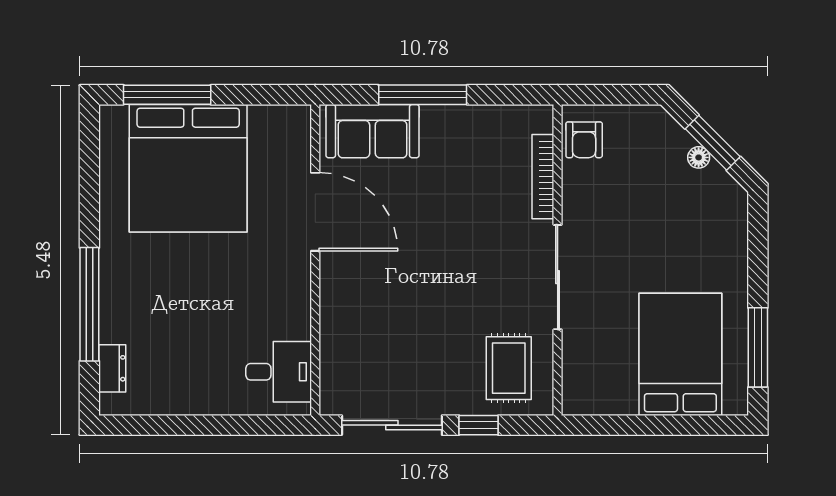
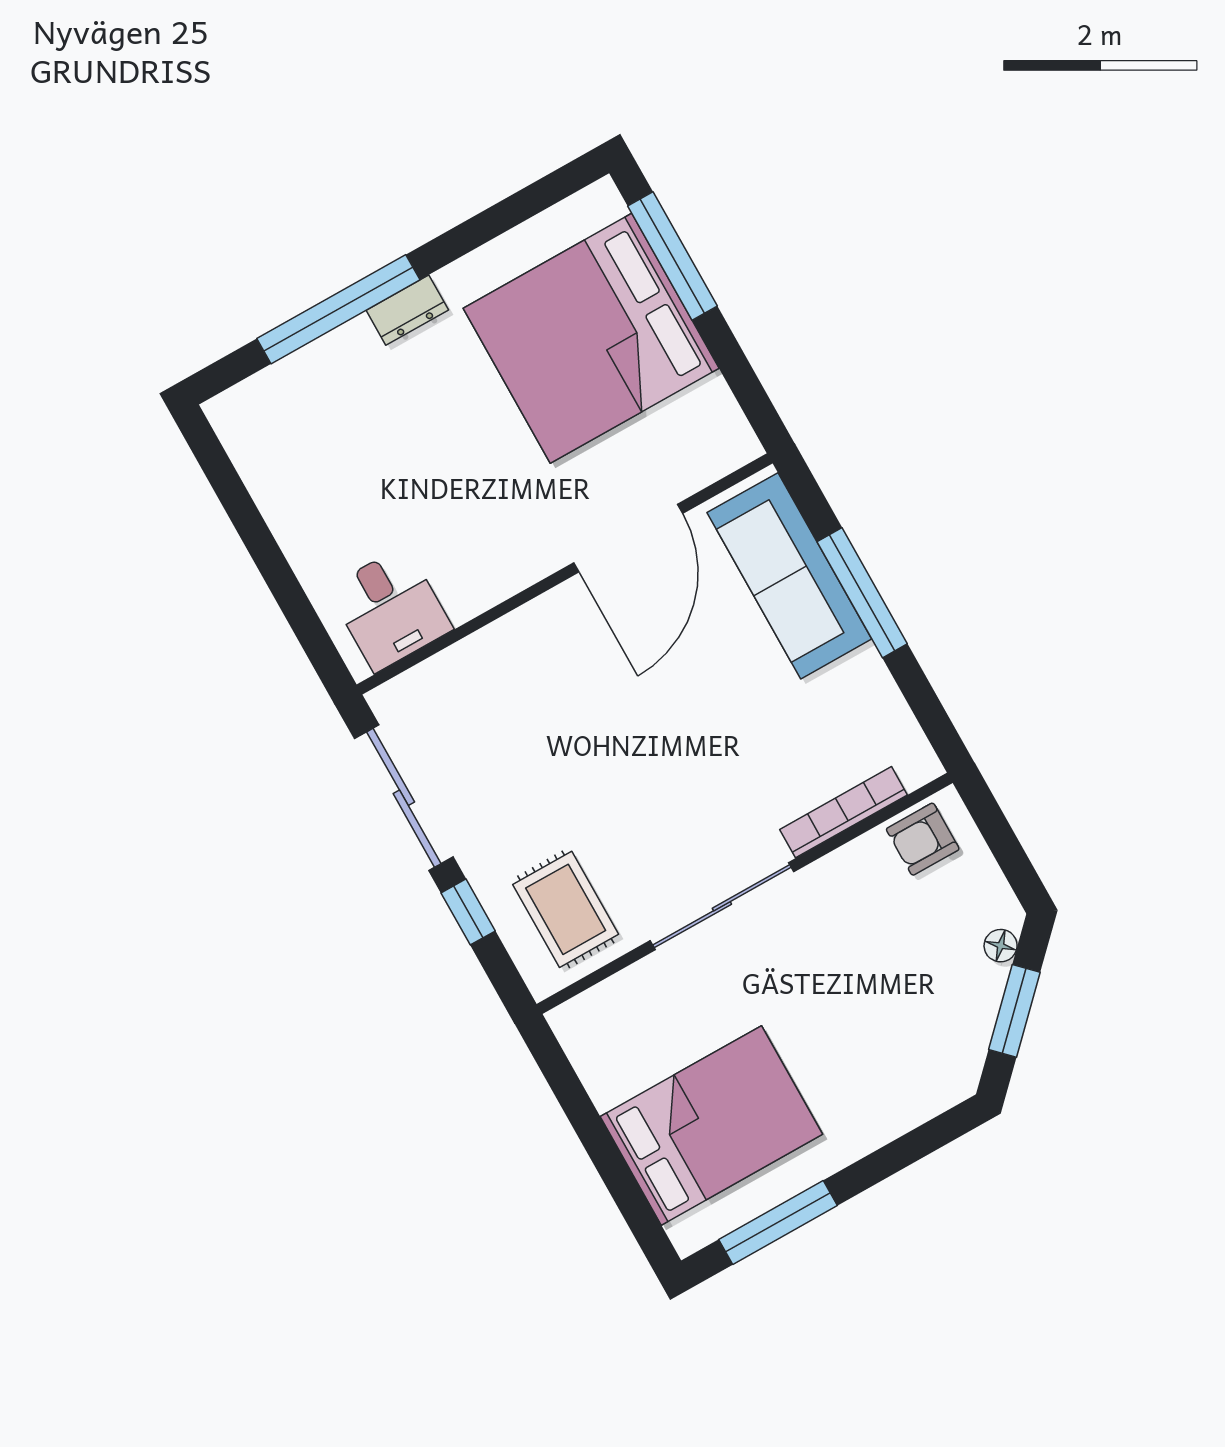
sofa: (372, 131) -> (789, 576), width x1.36
floor lamp: (699, 157) -> (1001, 946), moved
dresser: (112, 368) -> (407, 310), moved
rug: (509, 368) -> (566, 909), turned 90

